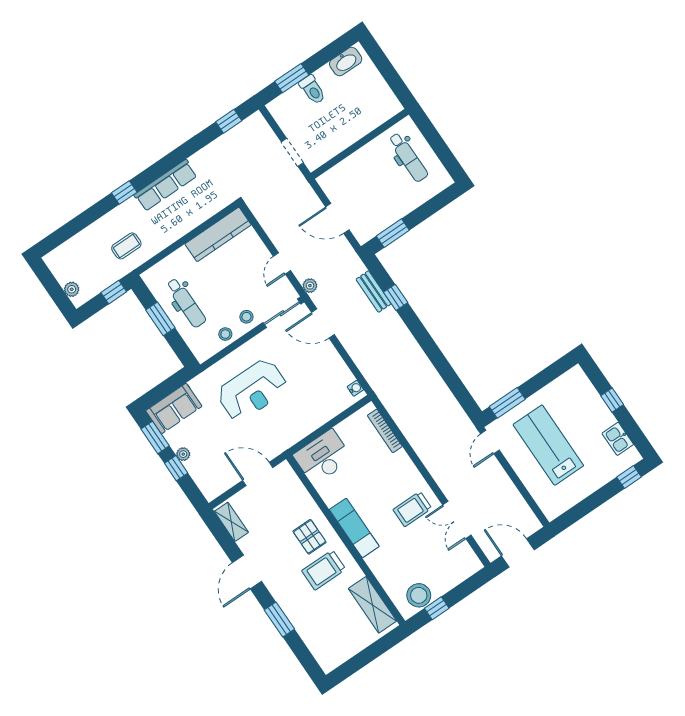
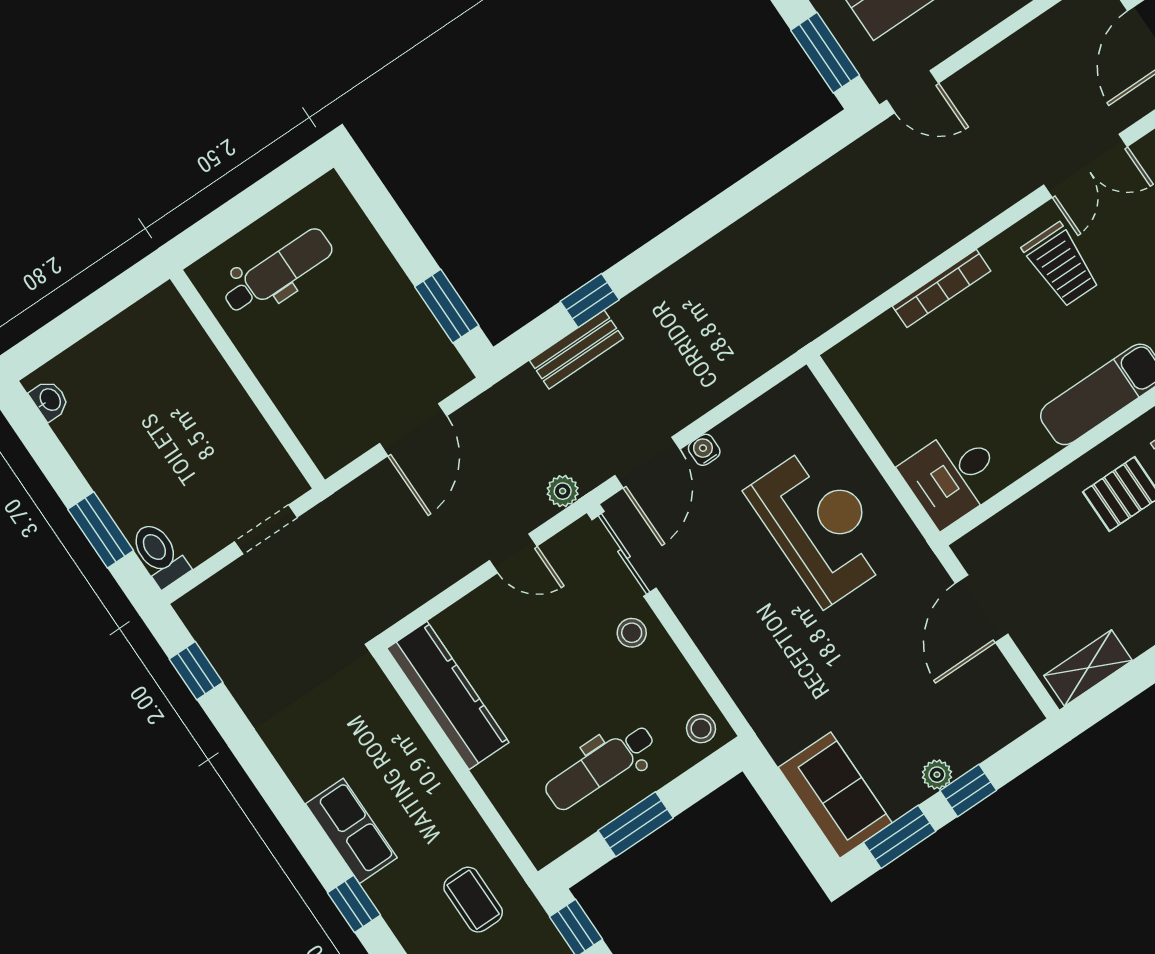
washbasin: (346, 62) -> (50, 400), width x0.52, depth x0.69
toilet: (312, 90) -> (159, 554), moved, turned -90
row of seats: (166, 185) -> (351, 831), width x0.68
dental chair: (186, 303) -> (600, 767), turned 180
stool: (225, 334) -> (701, 729), moved
water cooler: (355, 388) -> (704, 450), moved
reception desk: (252, 390) -> (820, 525), moved
bookcase: (385, 431) -> (942, 288), moved
desk: (323, 457) -> (953, 476), width x0.73

